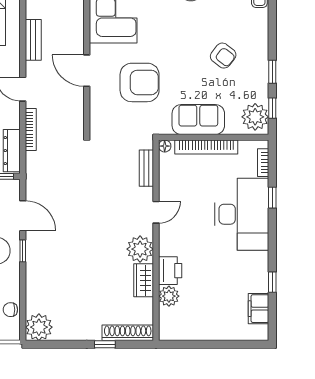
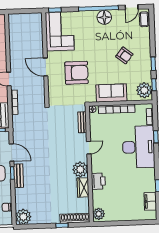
bench: (33, 40) -> (19, 176), moved
plant: (169, 296) -> (99, 214), moved

